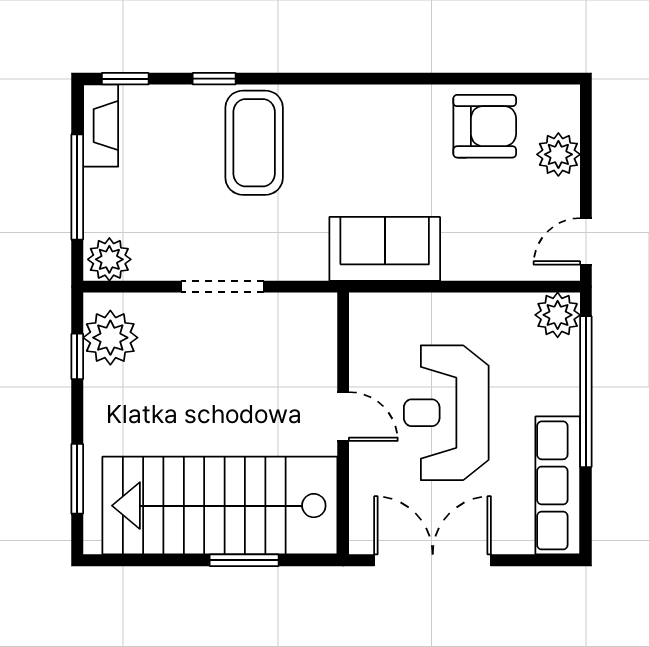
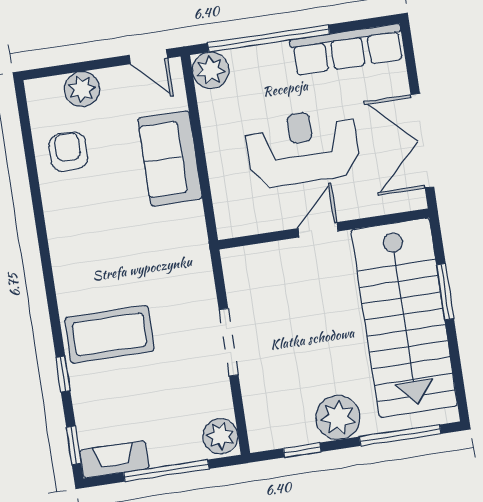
armchair: (485, 126) -> (68, 152), width x0.72, depth x0.72
sofa: (385, 249) -> (170, 158), moved
plant: (110, 338) -> (338, 418), moved
reception desk: (446, 413) -> (303, 148), turned 180
window: (77, 479) -> (400, 435), width x1.44

